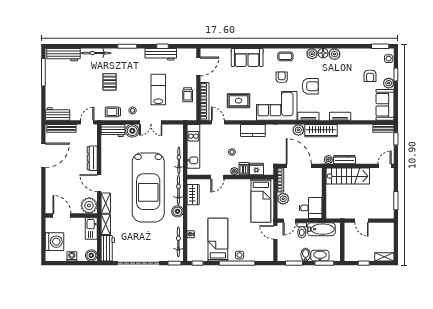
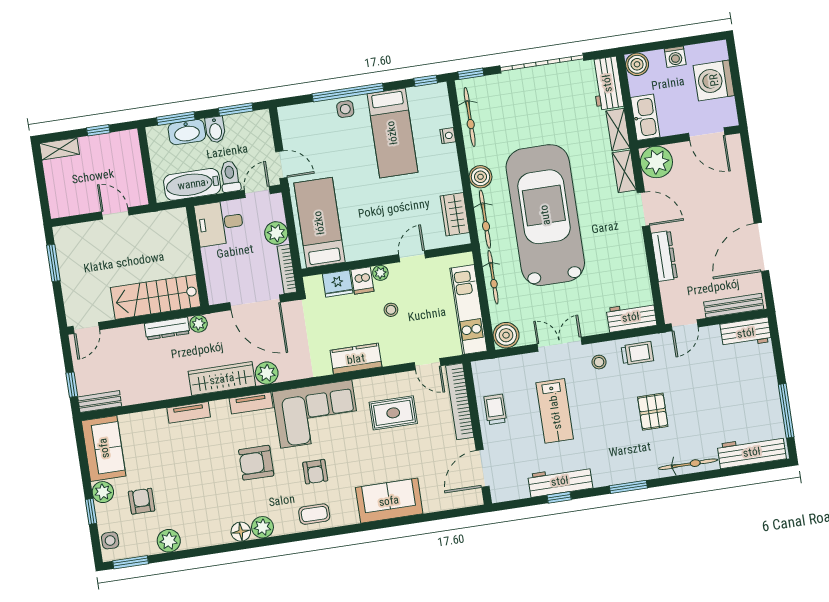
plant: (335, 54) -> (169, 541), moved
boiler: (132, 131) -> (506, 335), moved

